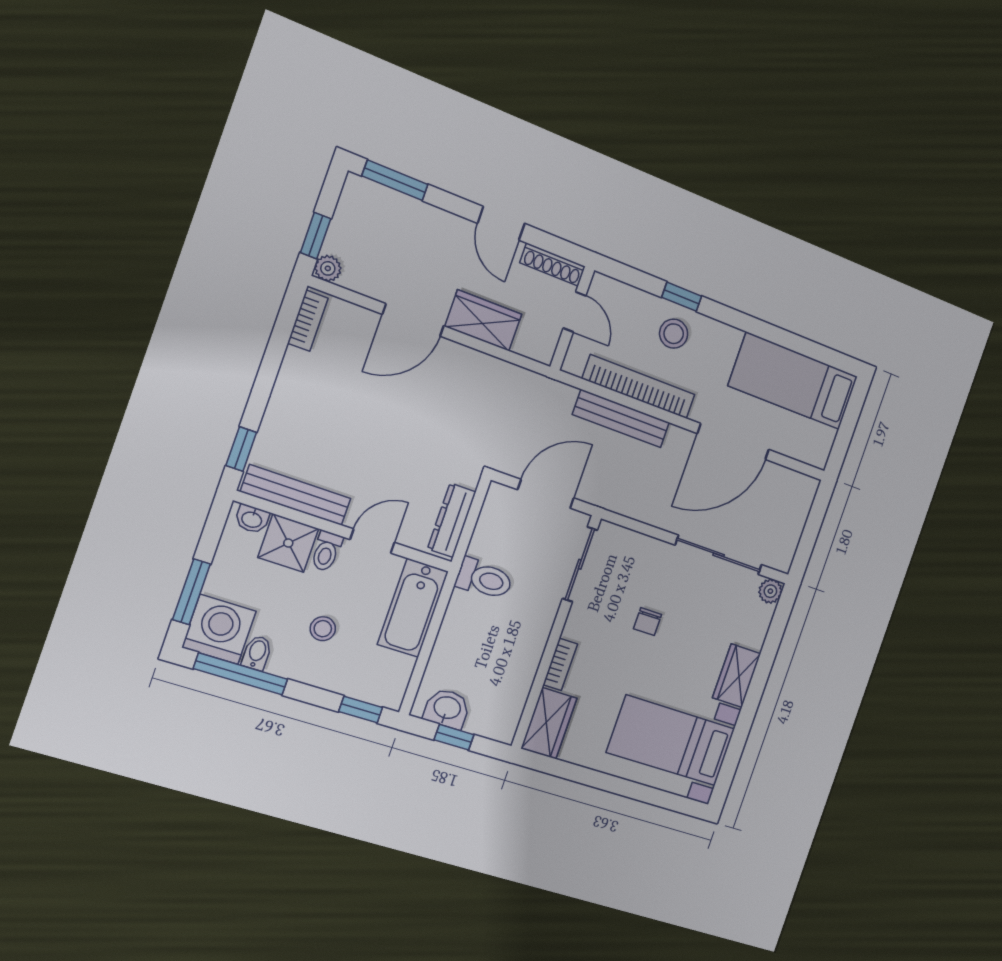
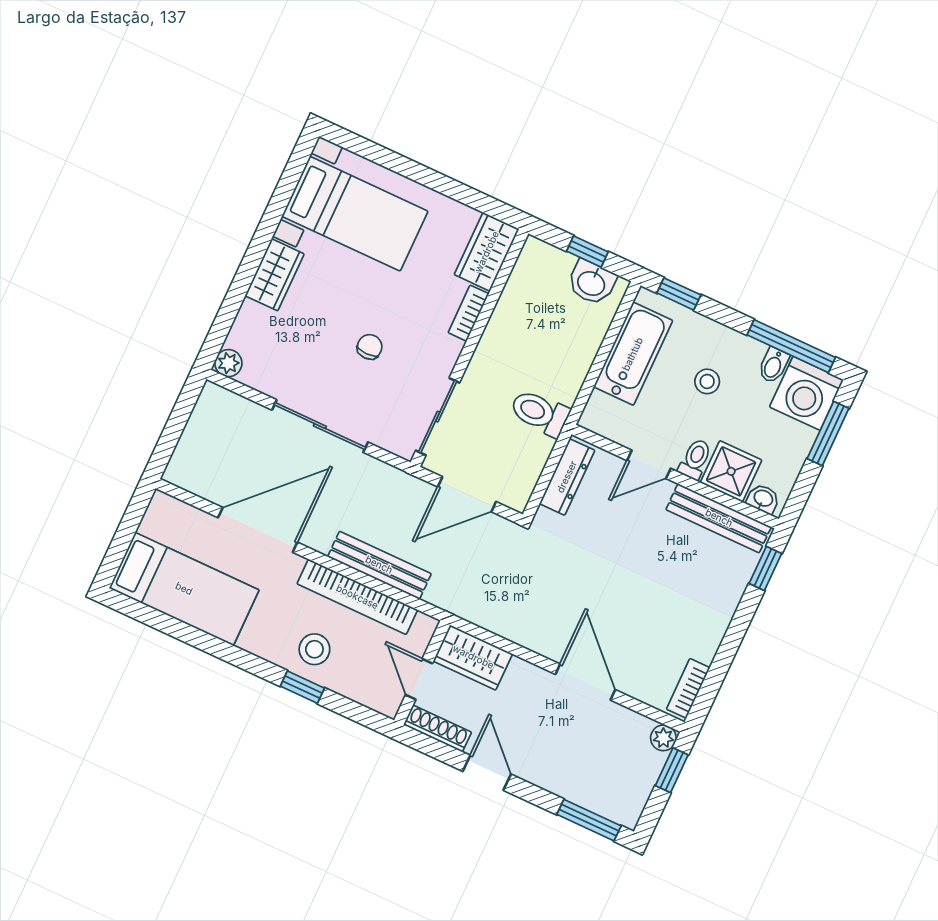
door: (413, 320) -> (585, 682), hinge flipped
wardrobe: (483, 320) -> (473, 657), moved
sliding door: (719, 555) -> (320, 426), moved
bathtub: (413, 608) -> (633, 354), moved

